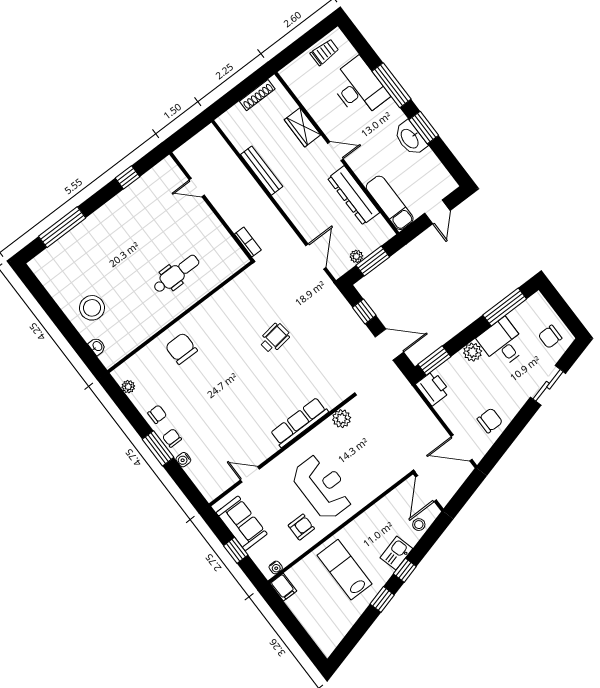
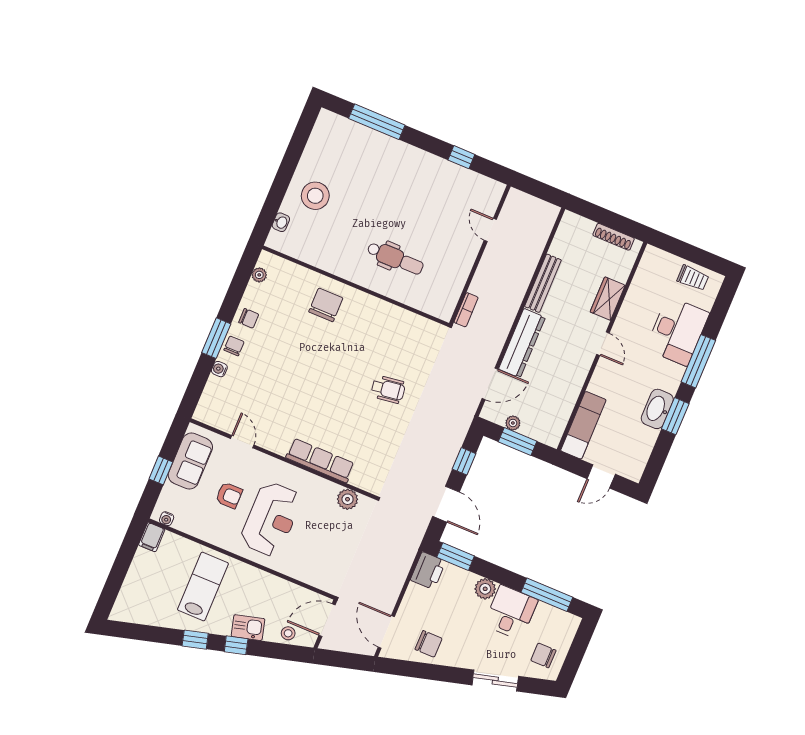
dresser: (354, 195) -> (522, 343), moved, turned 180
armchair: (301, 527) -> (229, 495), moved

